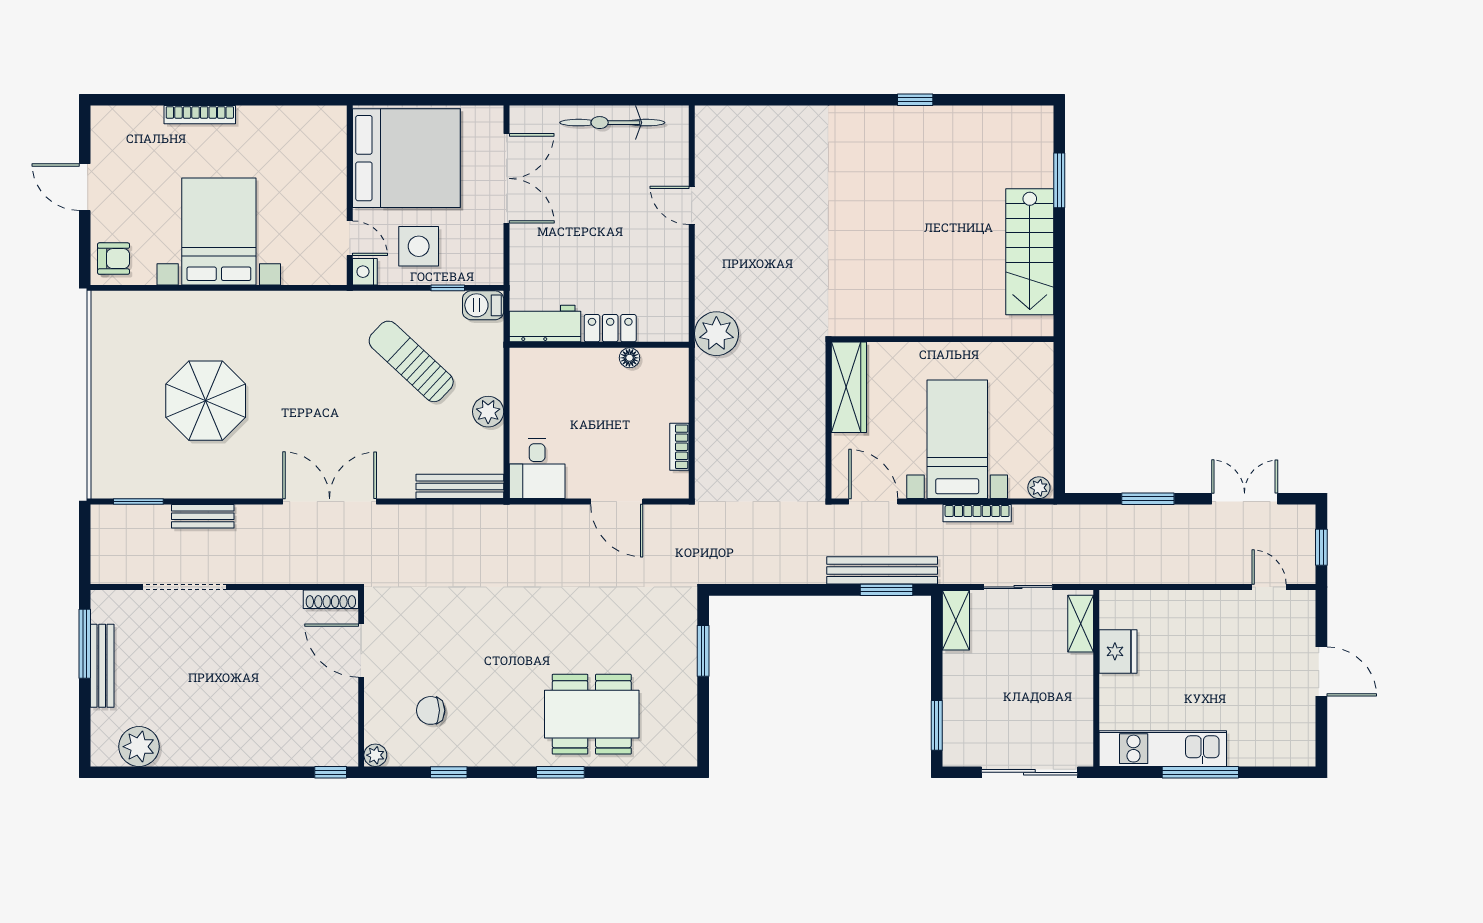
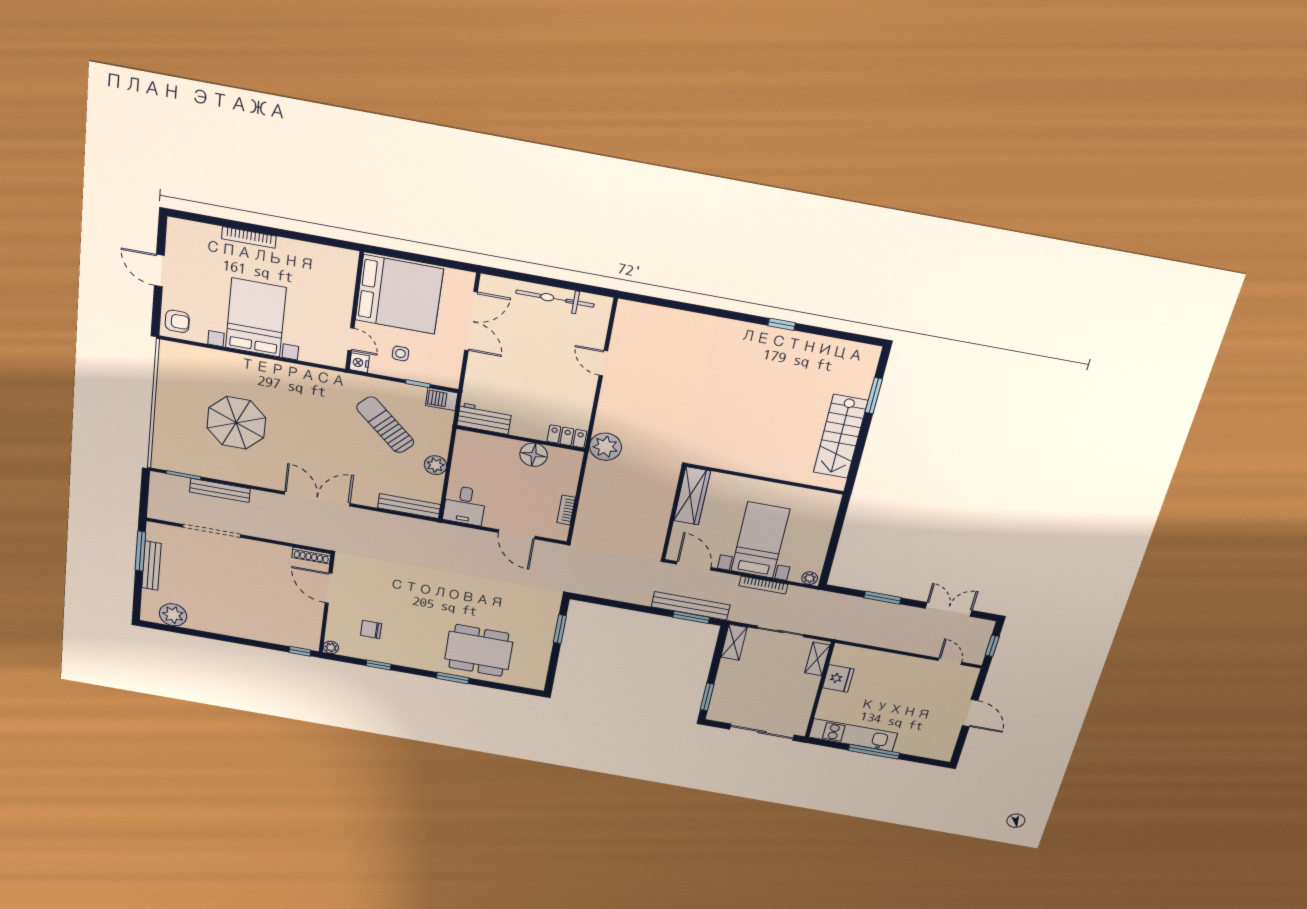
side table: (419, 246) -> (400, 353), width x0.54, depth x0.54
locker: (610, 328) -> (567, 436), moved
floor lamp: (629, 358) -> (534, 455), width x1.89, depth x1.89
bench: (203, 516) -> (220, 490), width x1.36

